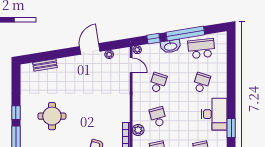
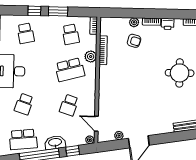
school desk: (158, 117) -> (70, 70), width x1.85

